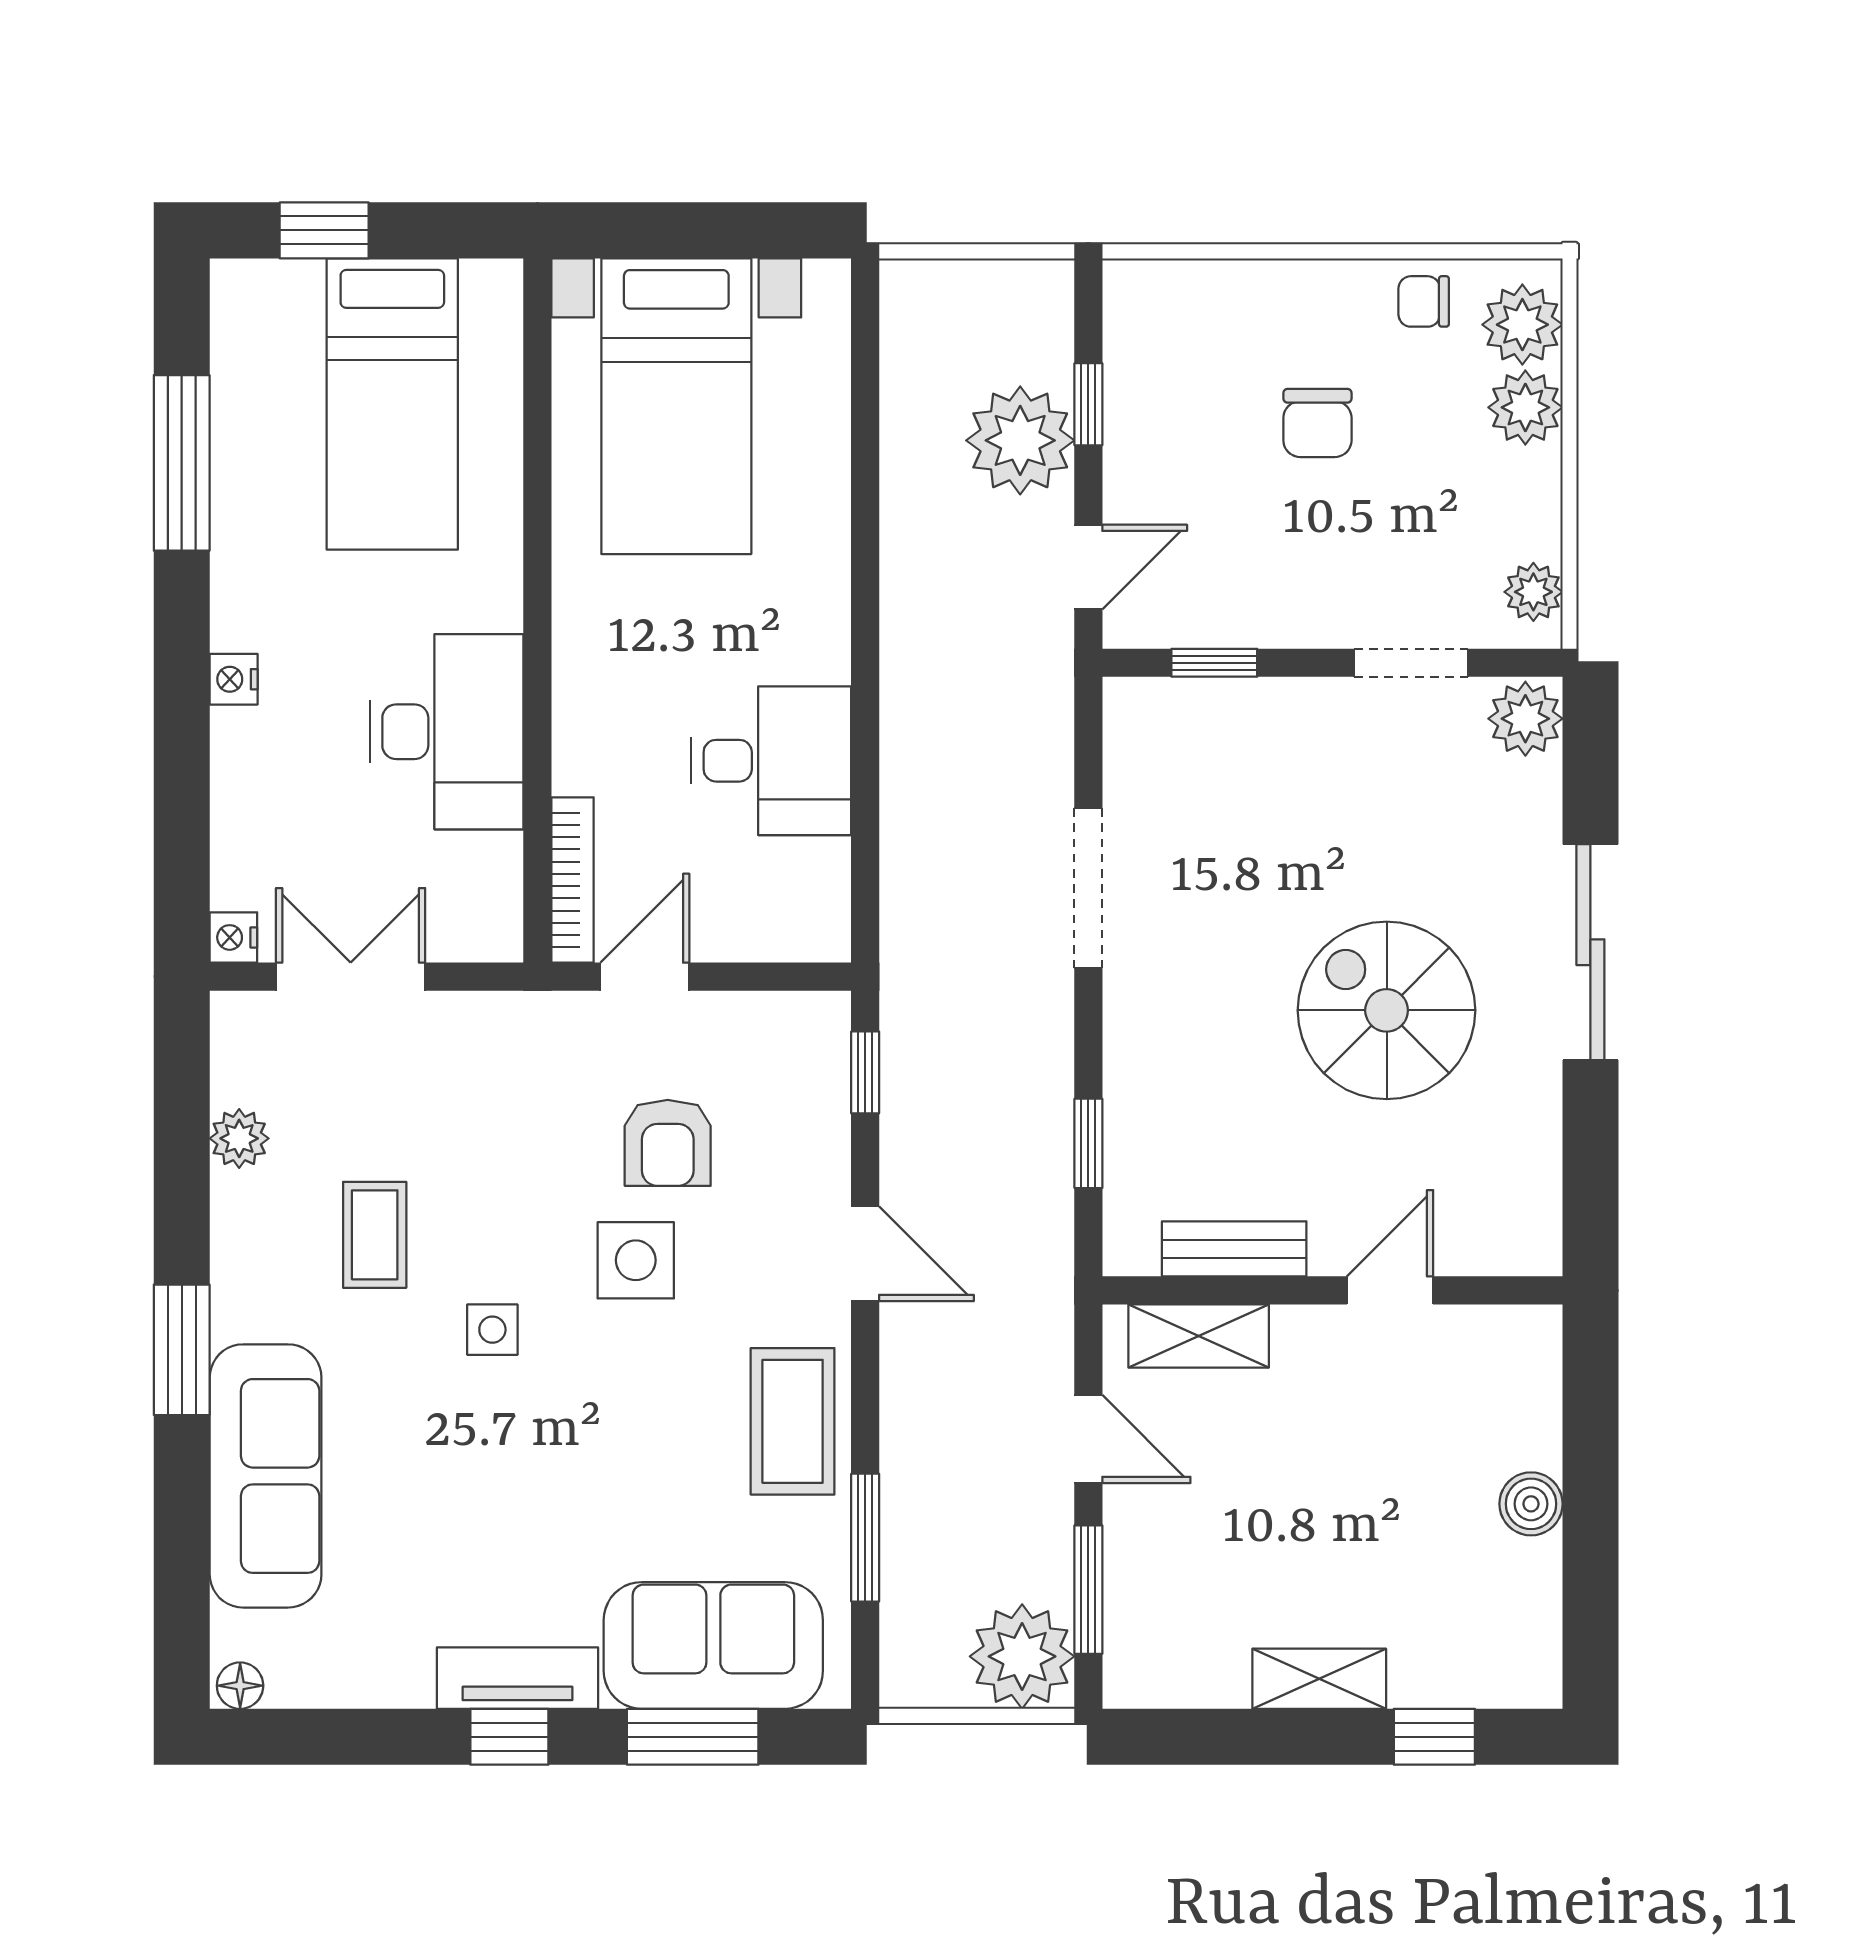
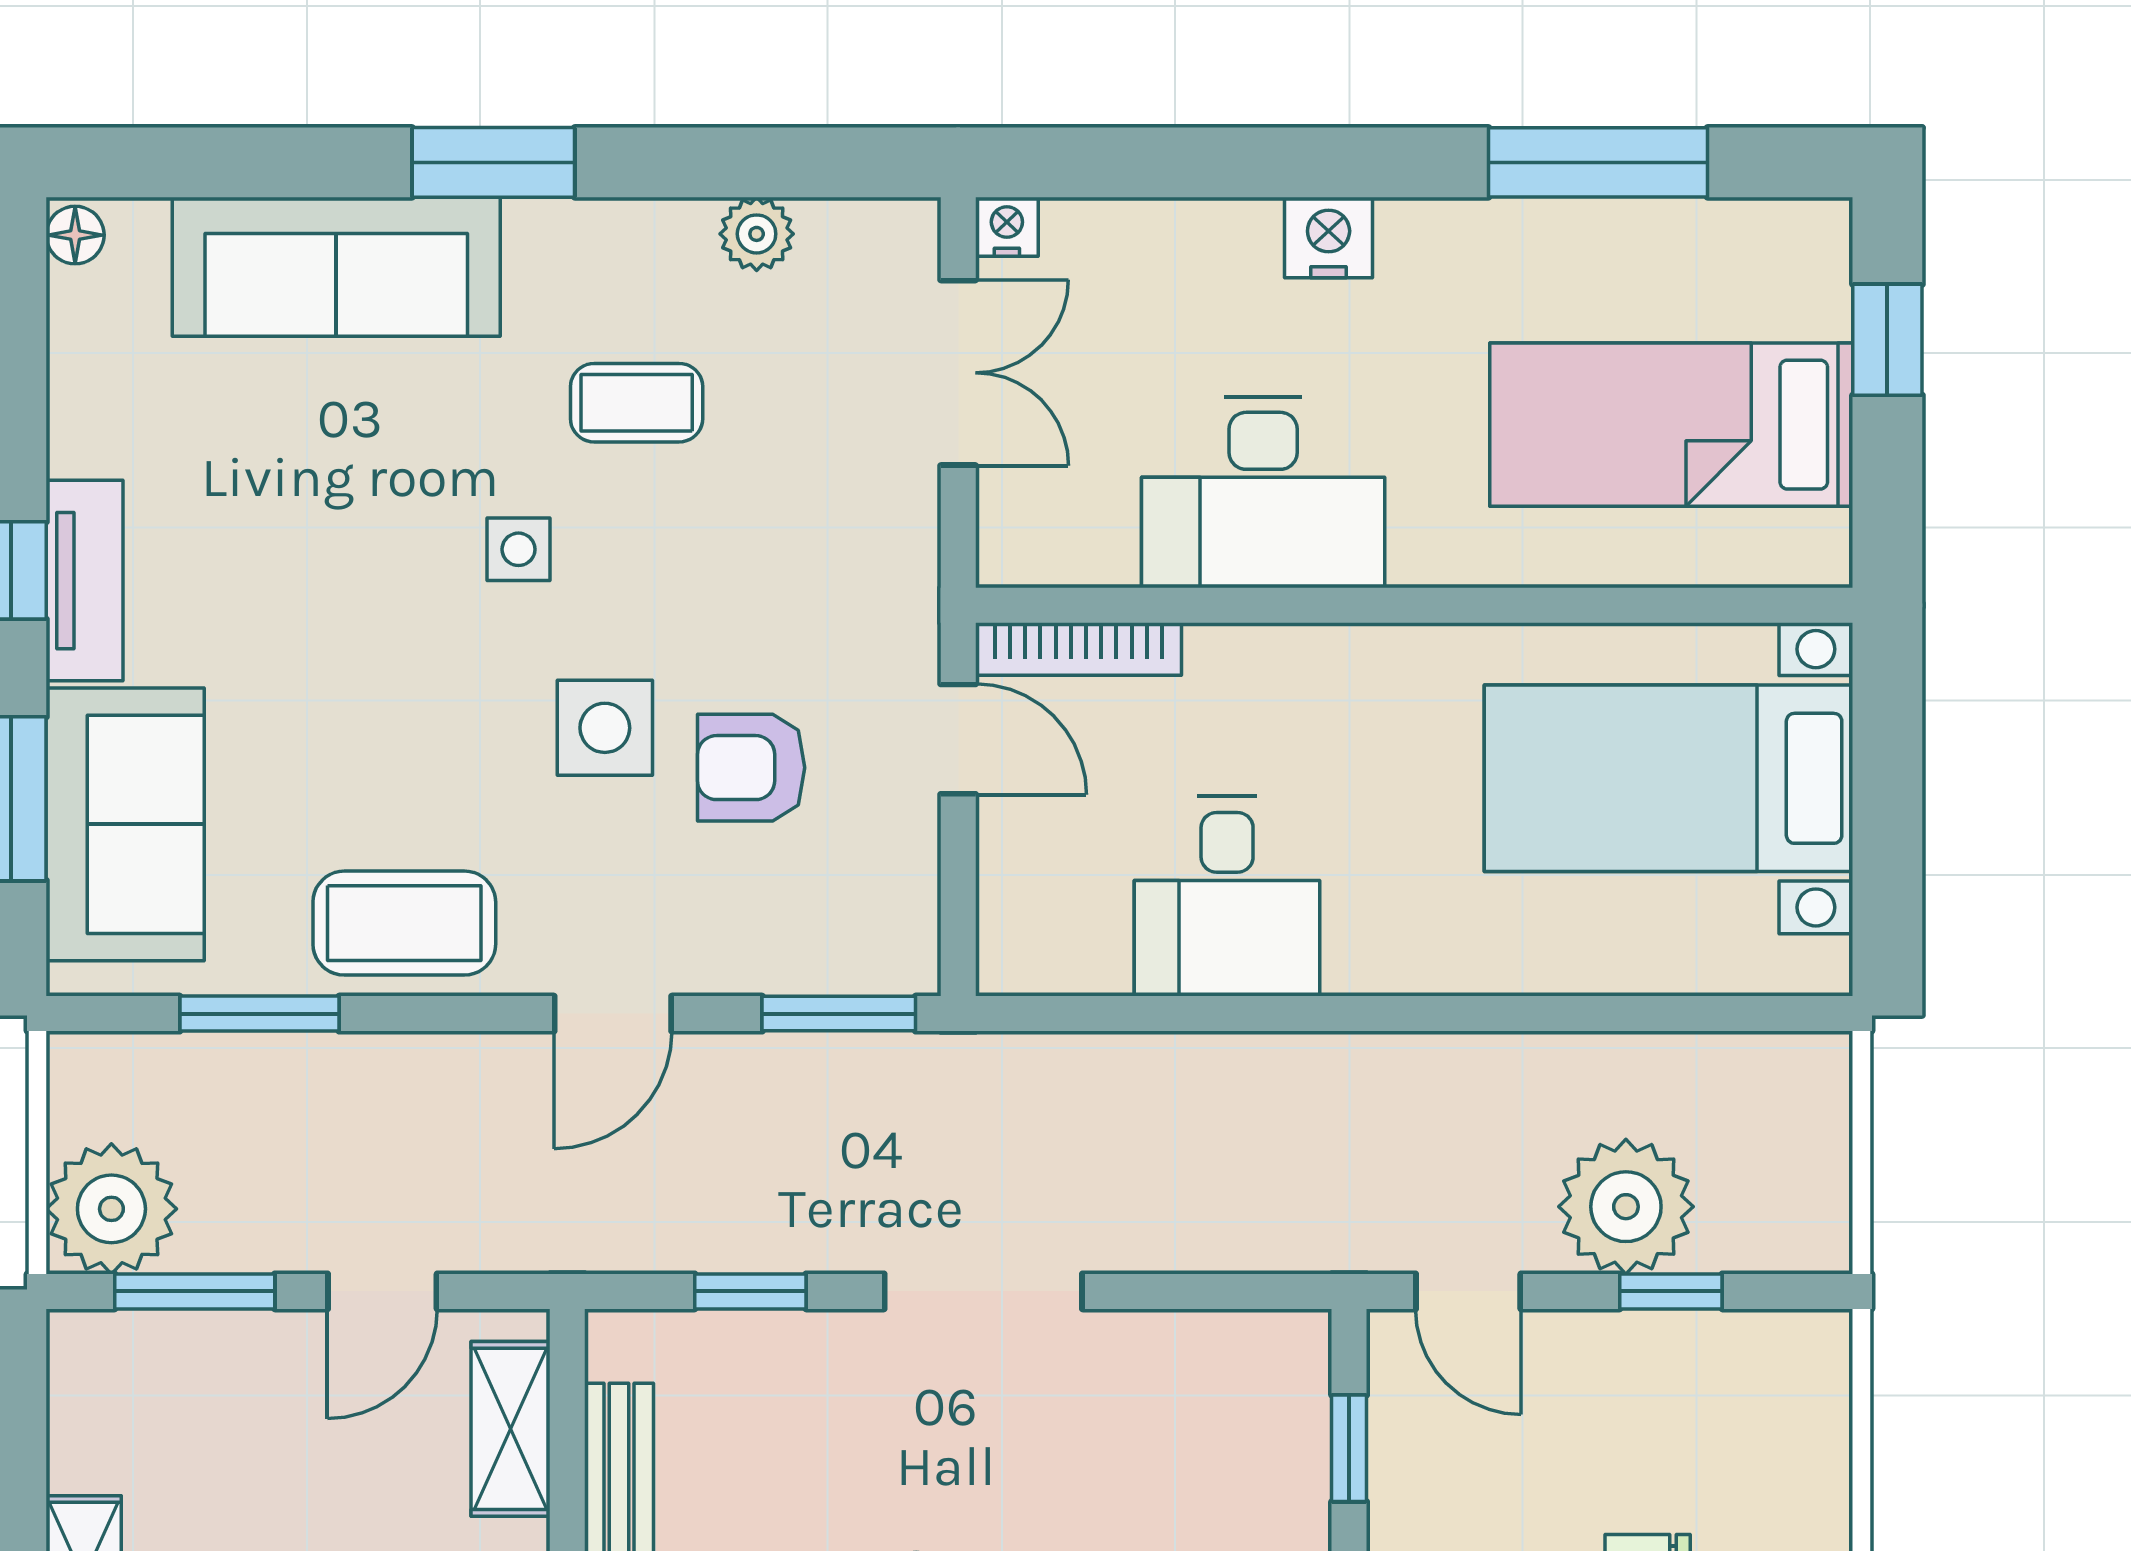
nightstand: (234, 679) -> (1329, 237), width x1.39, depth x1.35
doorway: (1088, 888) -> (983, 1291), moved
window: (865, 1072) -> (839, 1014), width x1.50

